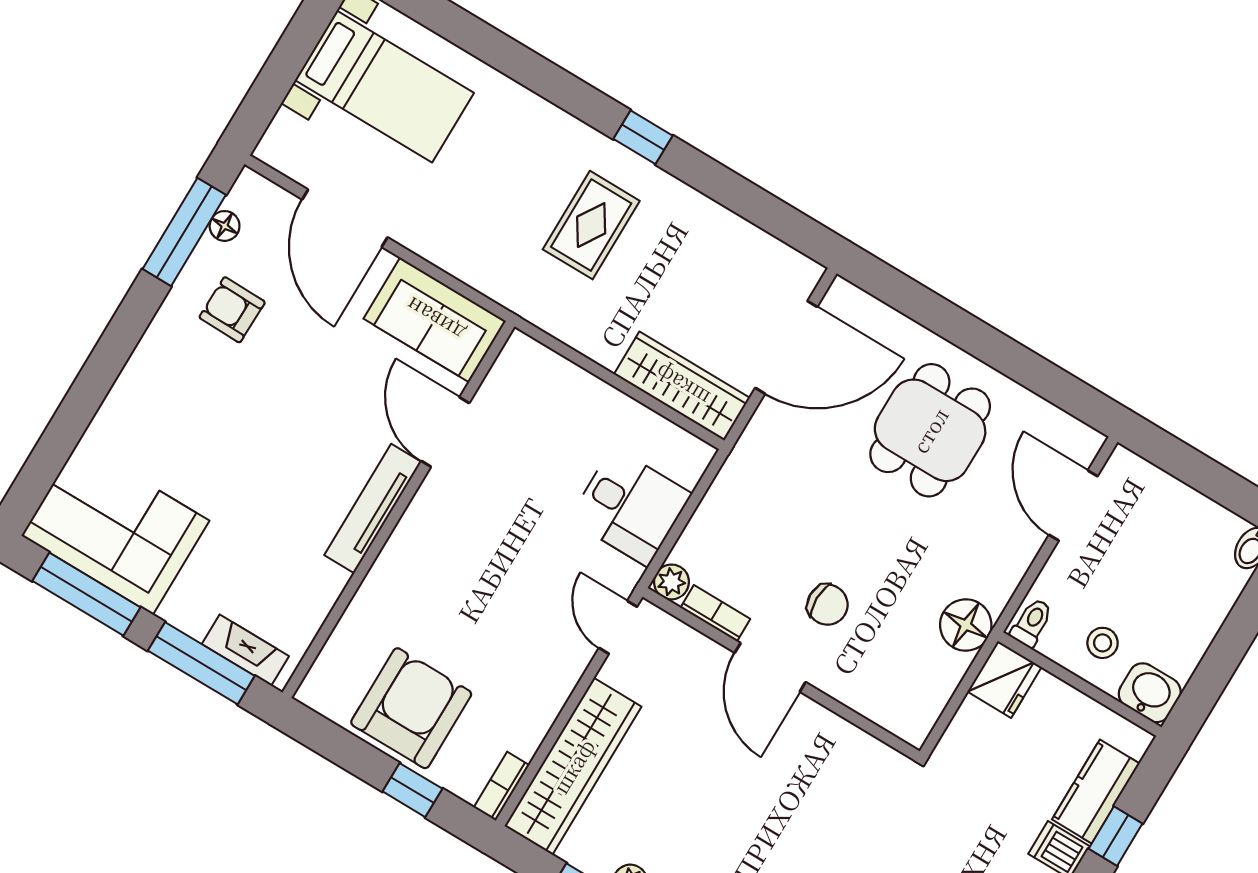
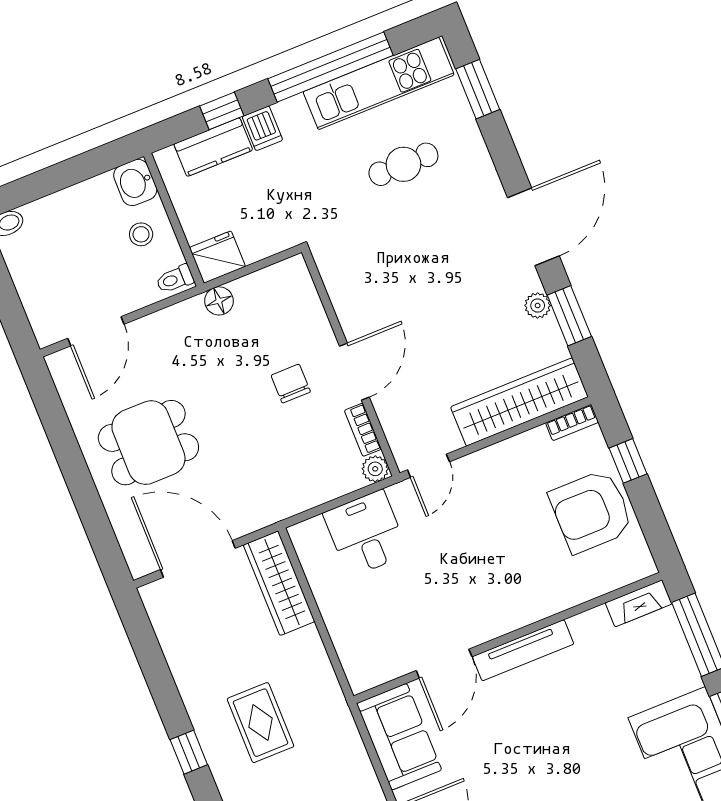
rug: (591, 225) -> (261, 723), turned 90
floor lamp: (966, 625) -> (219, 301), width x0.73, depth x0.73
fireplace: (245, 650) -> (639, 603), moved, turned -90

